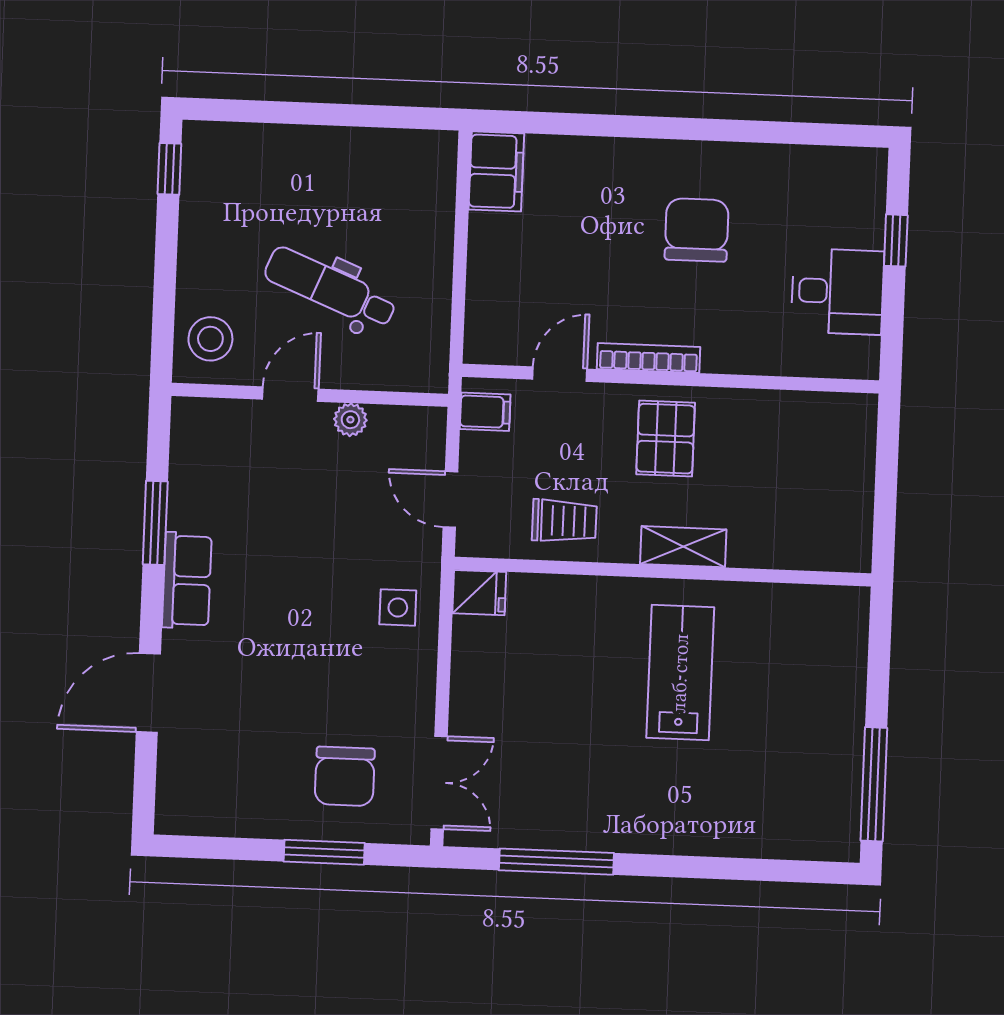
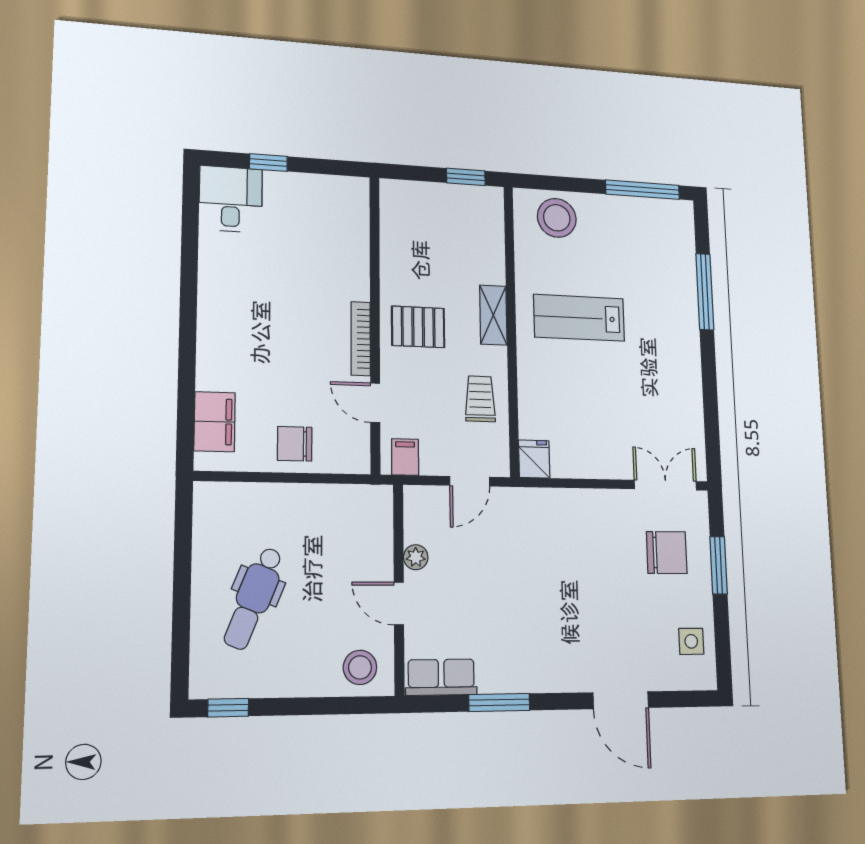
filing cabinet: (496, 171) -> (215, 422), moved, turned 90
chair: (697, 230) -> (295, 444), moved, width x0.73, depth x0.73
dental chair: (330, 288) -> (254, 598), moved
desk: (837, 291) -> (231, 199), moved
window: (885, 519) -> (466, 177), added
row of seats: (187, 580) -> (441, 677), moved
side table: (398, 607) -> (691, 641), moved
stool: (827, 650) -> (557, 218), added
window: (556, 862) -> (705, 292), moved

